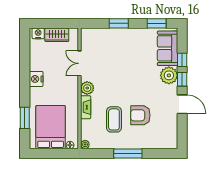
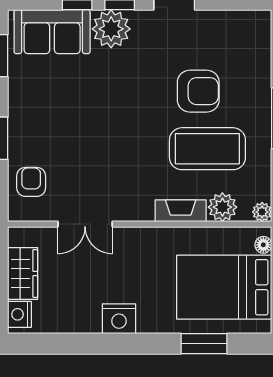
armchair: (99, 39) -> (31, 182), added
plant: (87, 88) -> (222, 207), moved
armchair: (140, 115) -> (198, 91), turned -90
coffee table: (114, 119) -> (207, 149), width x1.36, depth x1.32

